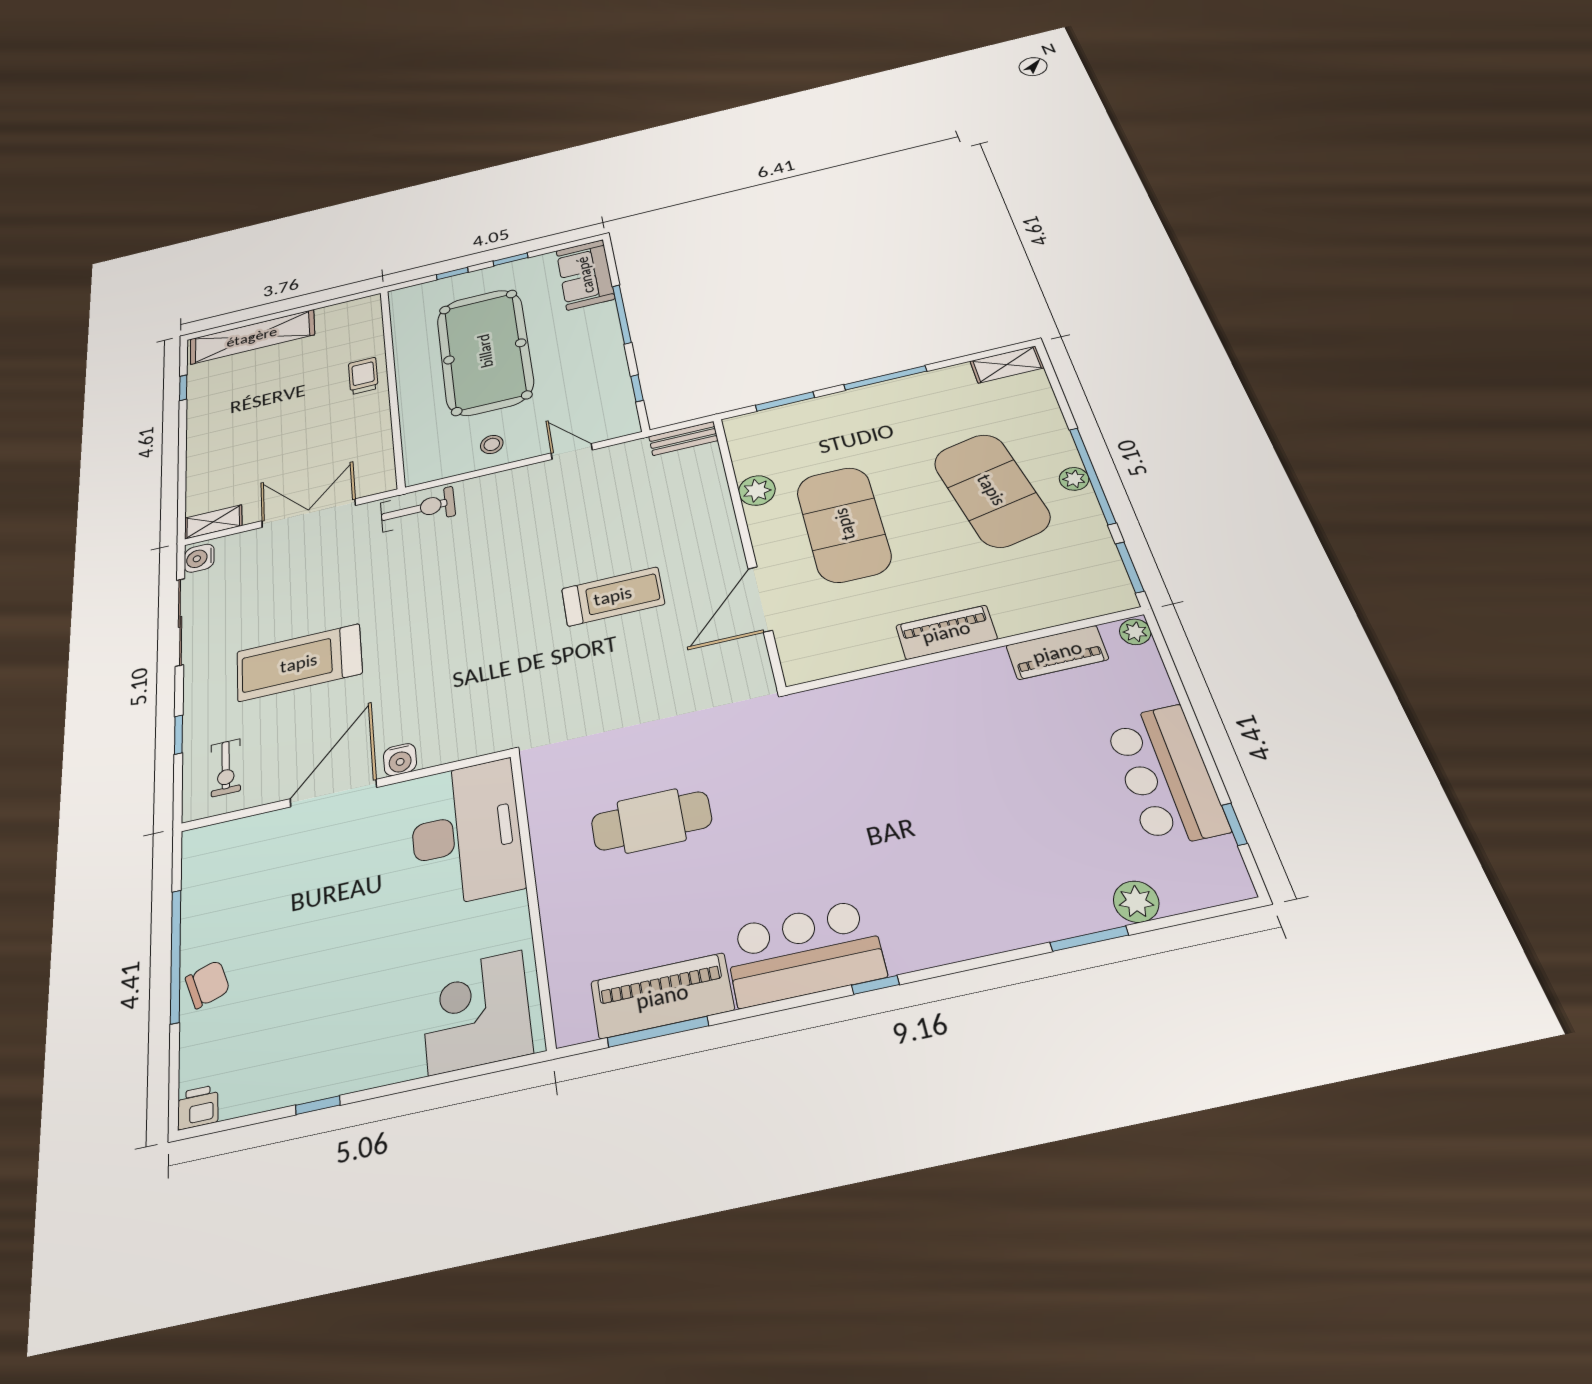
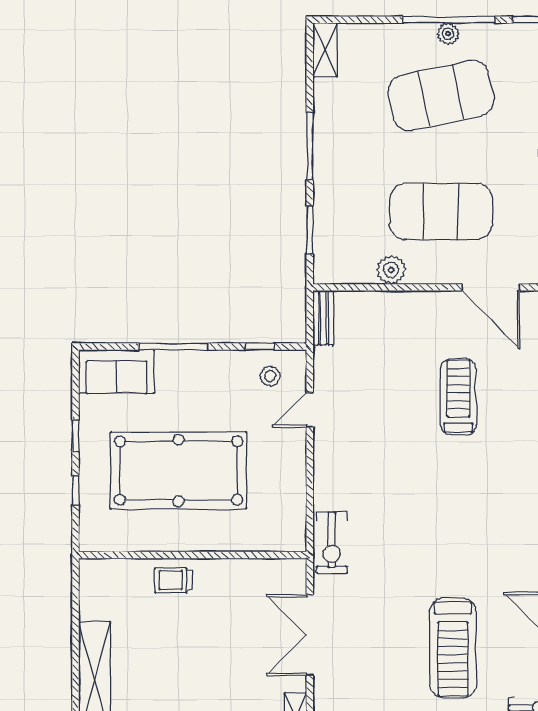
stool: (492, 444) -> (270, 376), moved
exercise bike: (418, 509) -> (332, 543), turned 180

